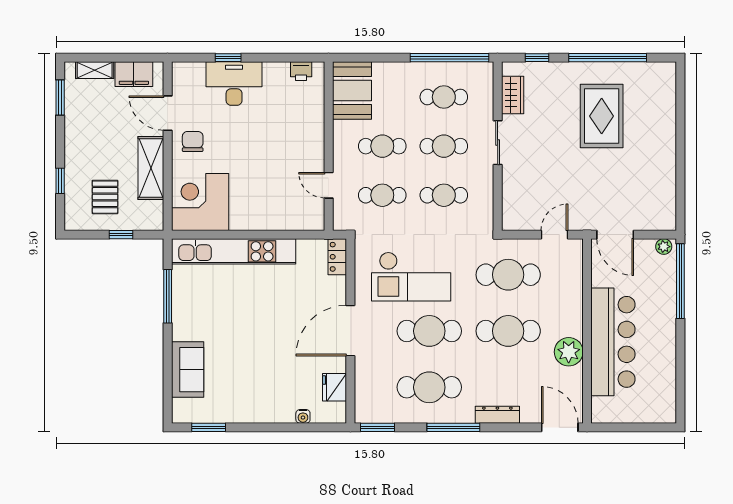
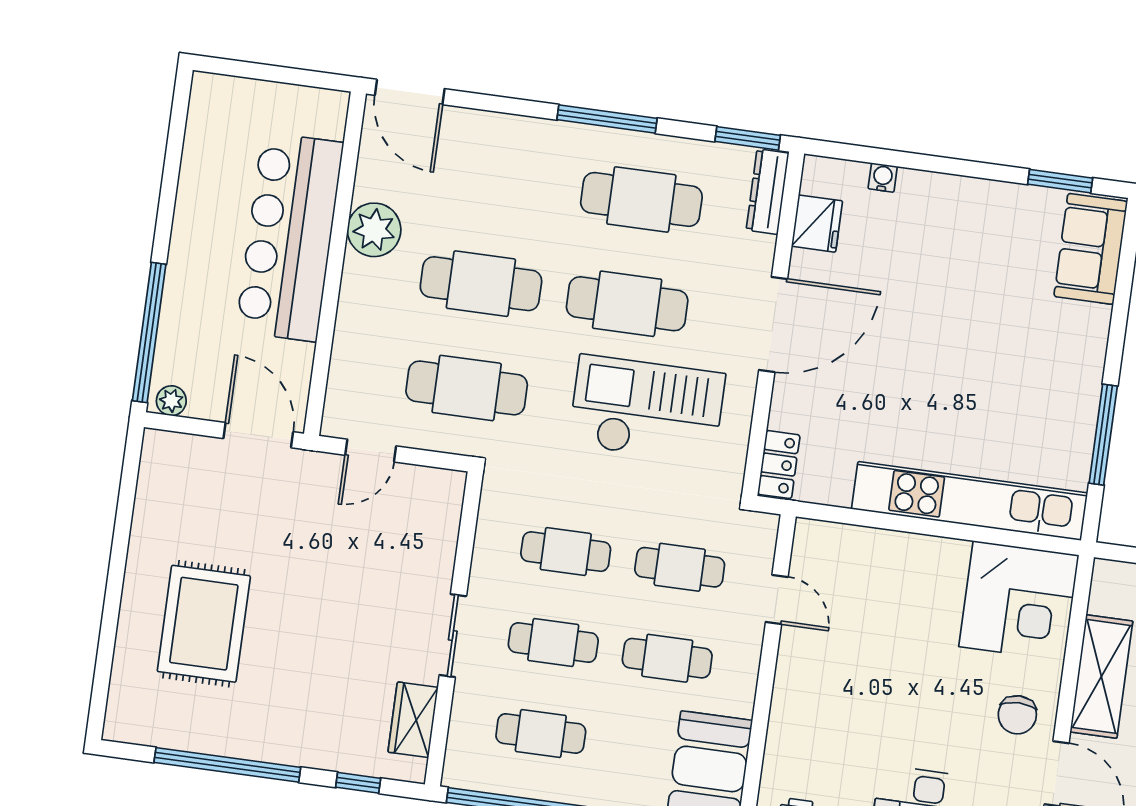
rug: (602, 116) -> (204, 624), moved
sofa: (188, 370) -> (1091, 249), moved
dresser: (497, 415) -> (768, 192), moved, turned 90

